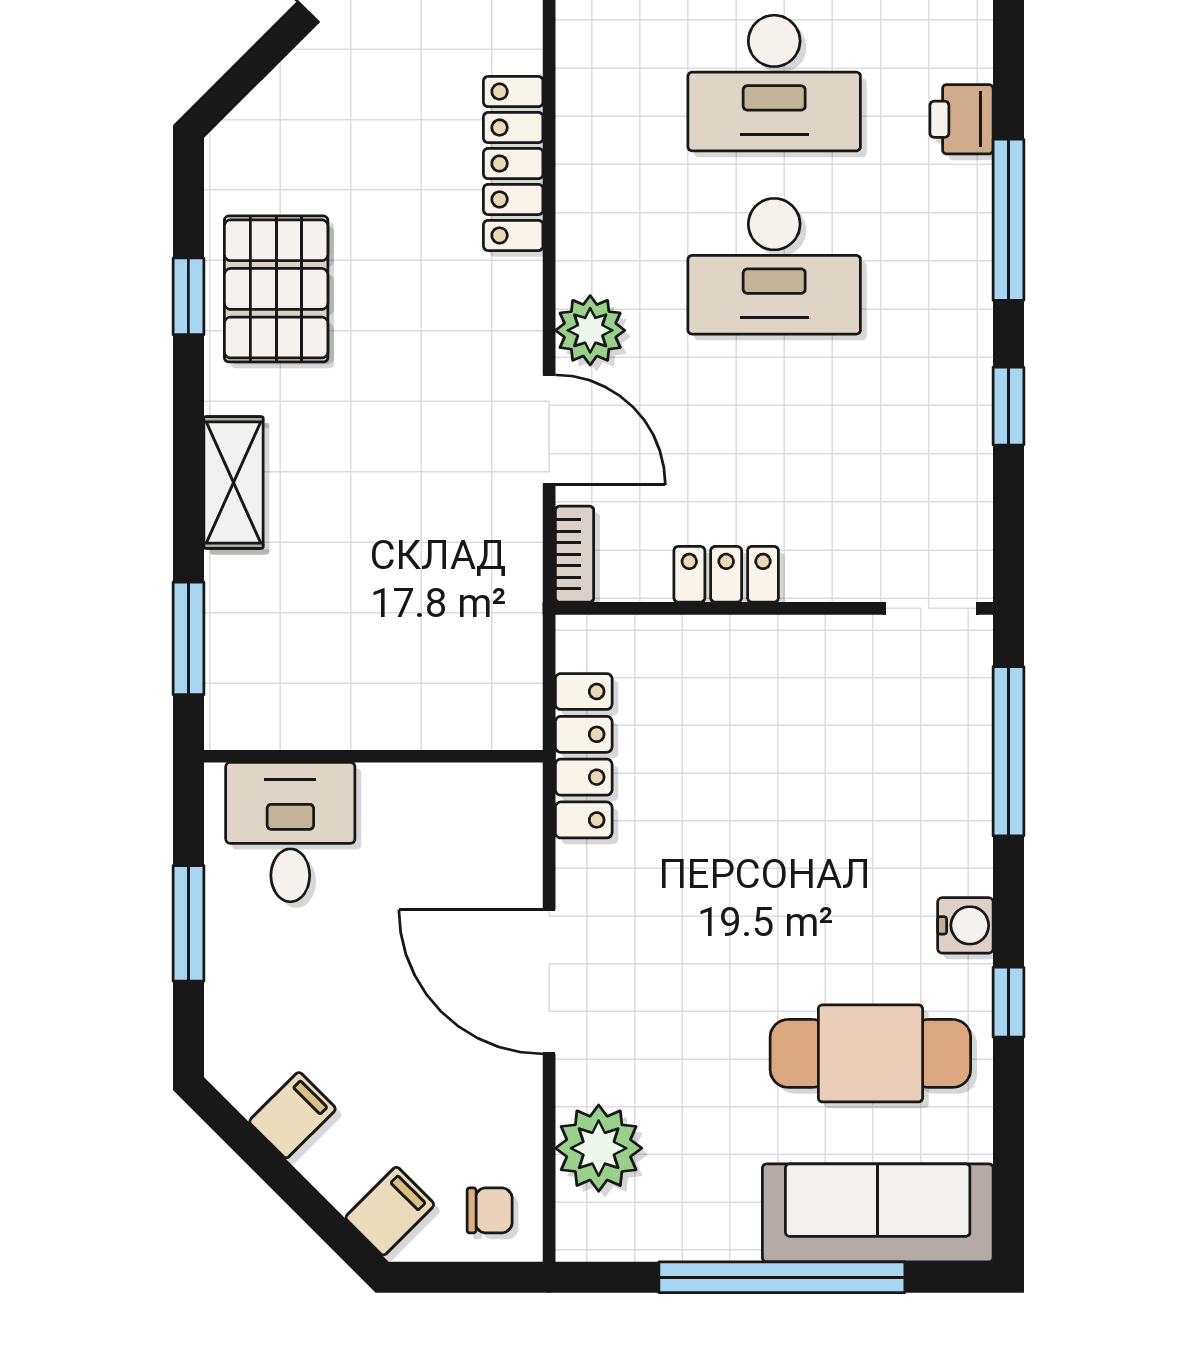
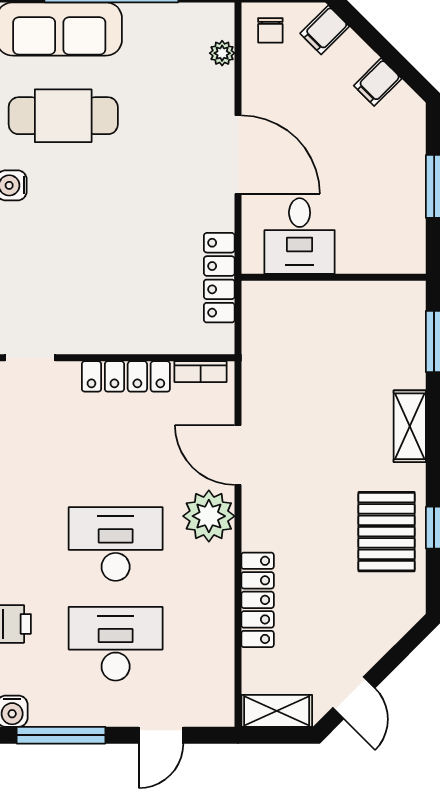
plant: (590, 330) -> (209, 516), width x1.36, depth x1.36
bookcase: (575, 554) -> (201, 372), moved, turned -90
locker: (726, 574) -> (126, 376), width x1.53
desk: (290, 832) -> (300, 236), moved
plant: (599, 1148) -> (222, 53), width x0.53, depth x0.53
chair: (490, 1210) -> (270, 30), turned -90

